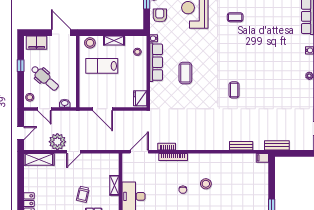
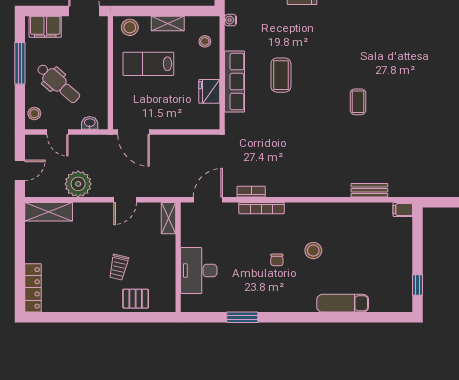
row of seats: (156, 62) -> (235, 82), moved
window: (21, 66) -> (20, 63), width x2.17
fridge: (140, 98) -> (209, 91), moved
door: (103, 109) -> (133, 132), moved
bench: (277, 145) -> (426, 190), removed
door: (74, 152) -> (125, 200), moved
shelving: (114, 185) -> (168, 218), moved

